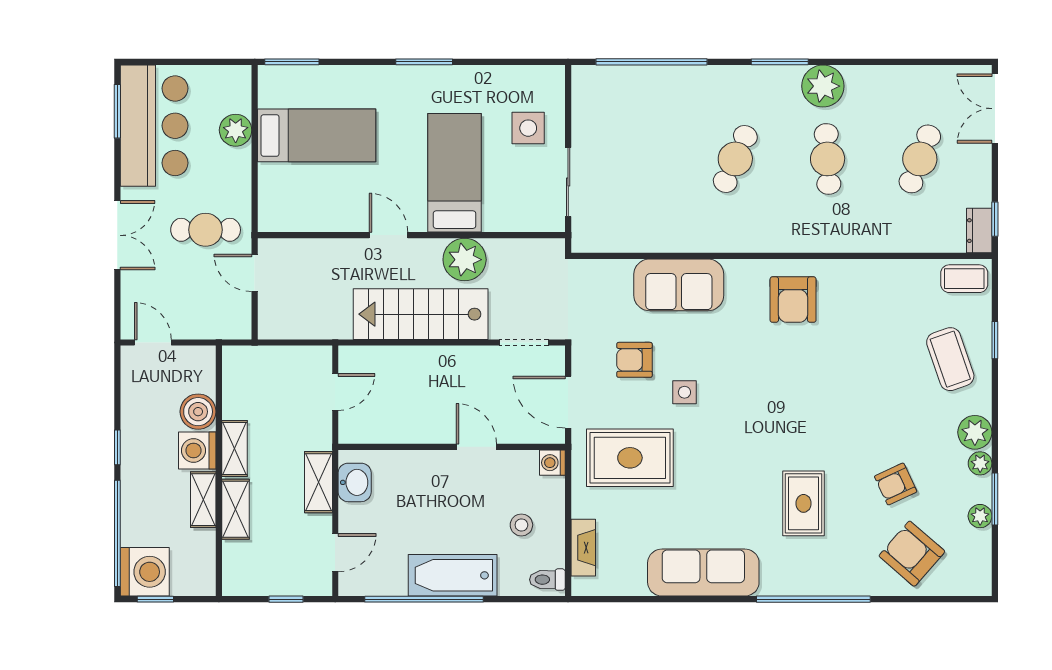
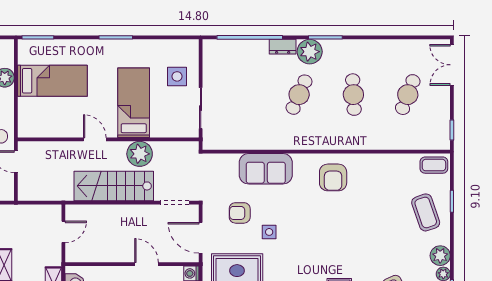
plant: (823, 86) -> (310, 52), moved
dresser: (979, 231) -> (283, 47), moved, turned -90

